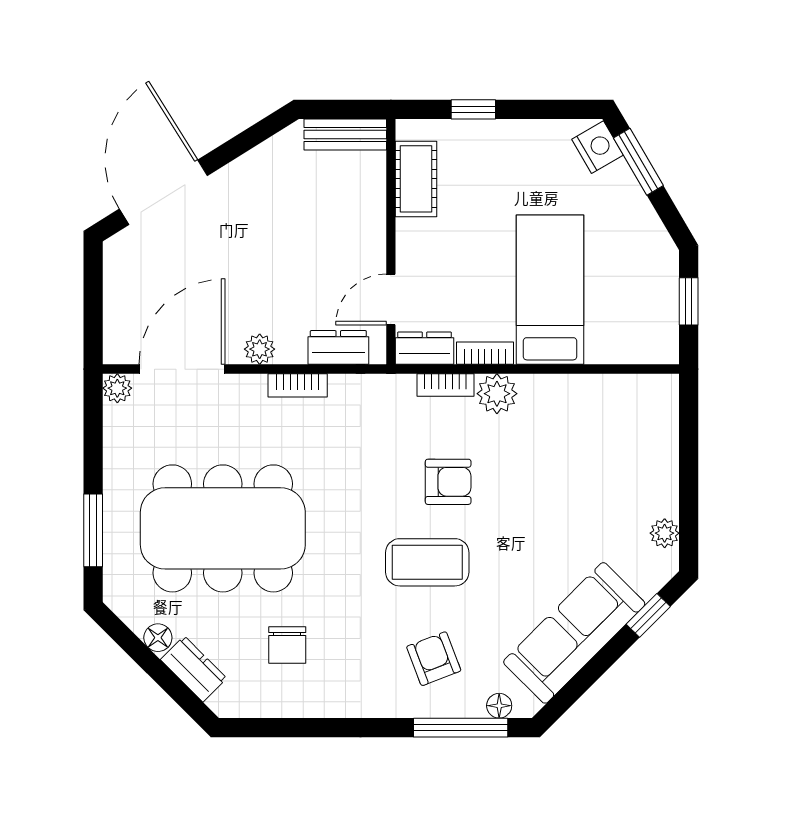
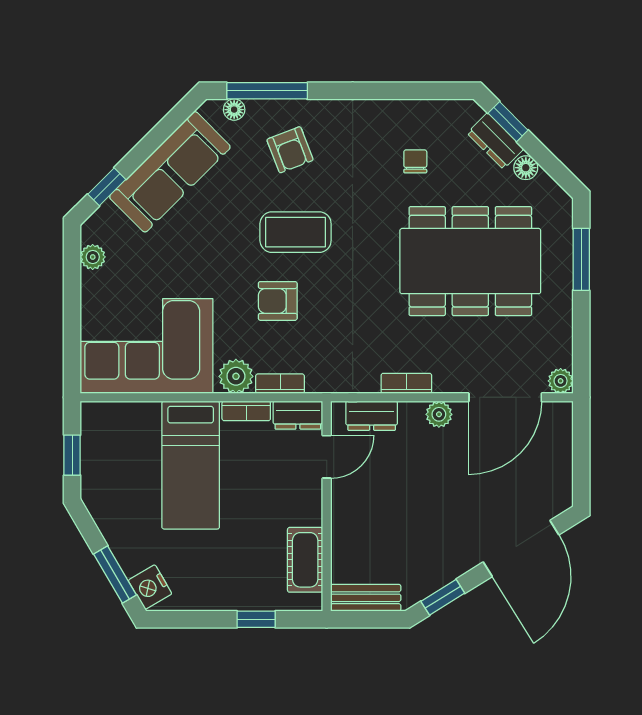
window: (255, 135) -> (443, 597), added
corner sofa: (602, 429) -> (147, 346), added
chair: (287, 645) -> (415, 161), width x0.73, depth x0.73
window: (179, 692) -> (508, 122), added

